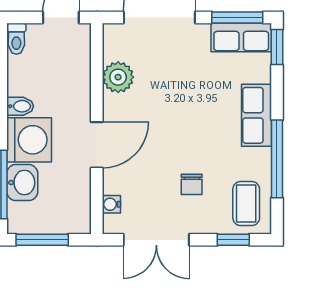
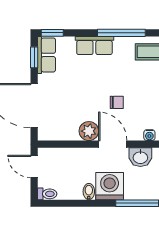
window: (237, 18) -> (34, 57), width x0.67
plant: (118, 77) -> (89, 131), moved
washbasin: (22, 183) -> (140, 157), moved, turned 180
chair: (192, 184) -> (117, 102), moved

